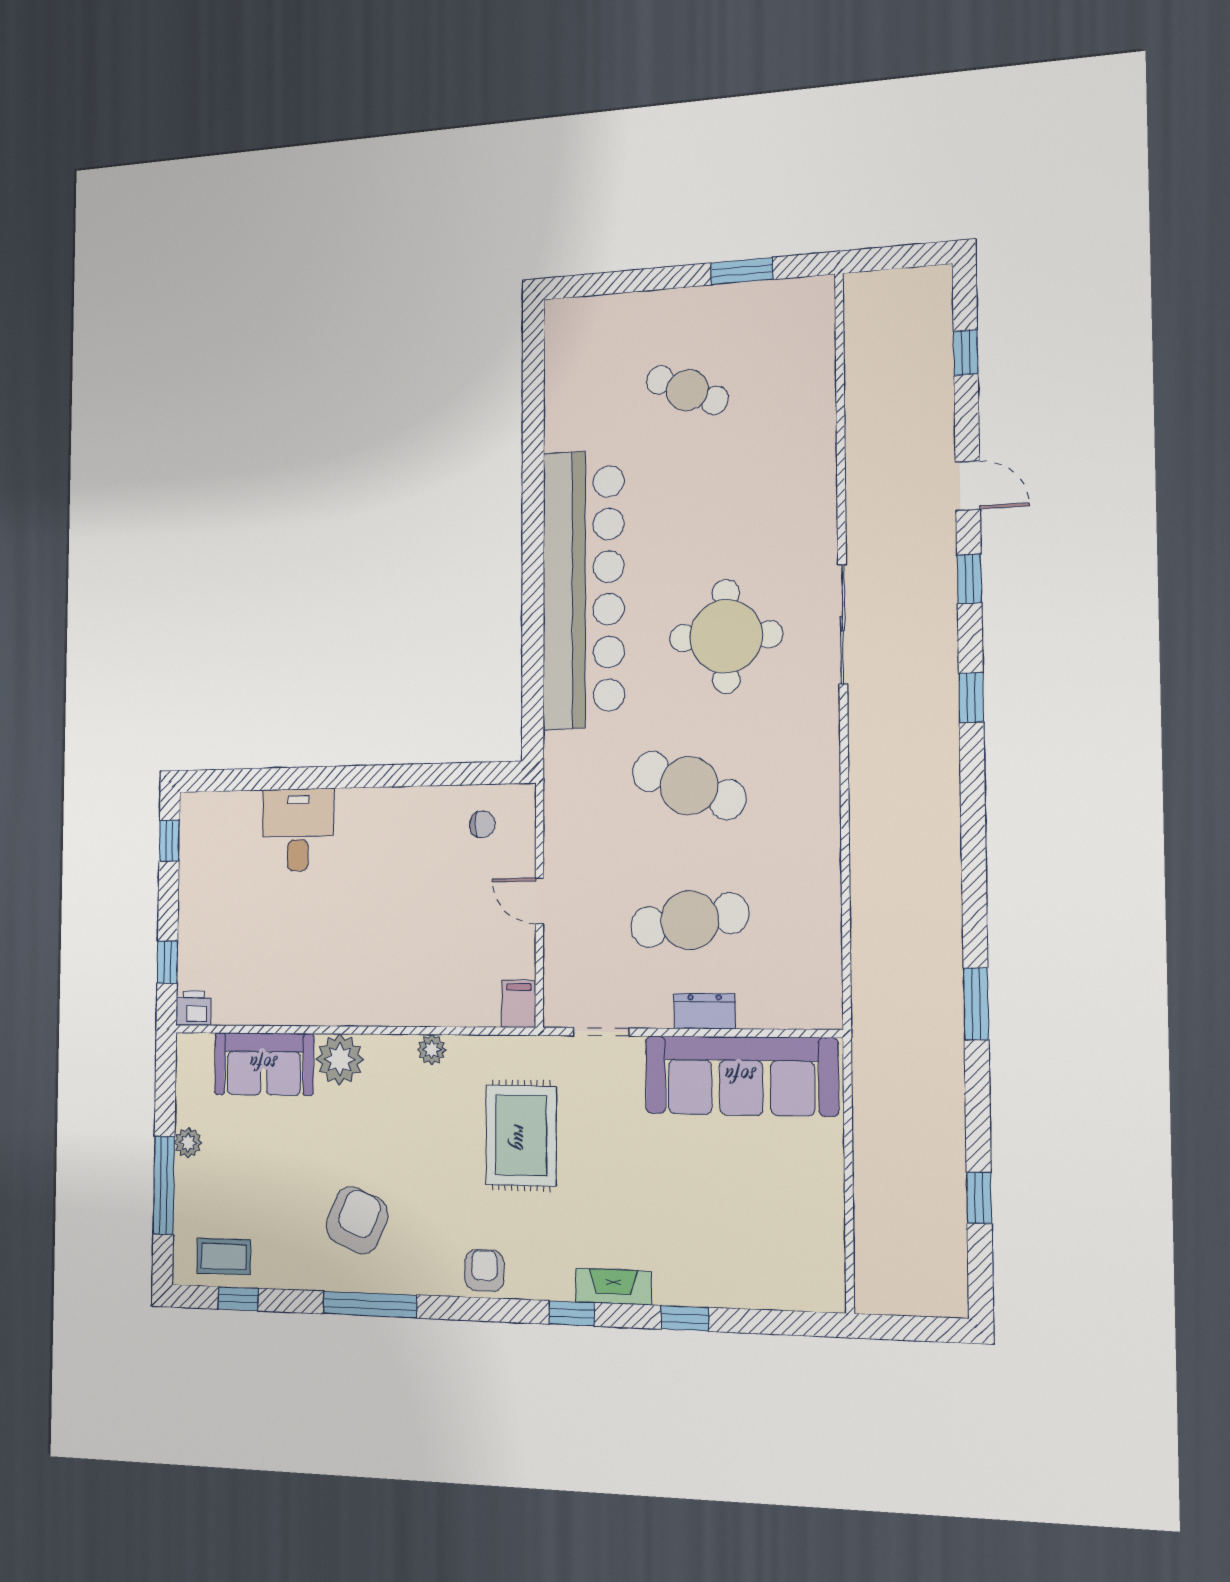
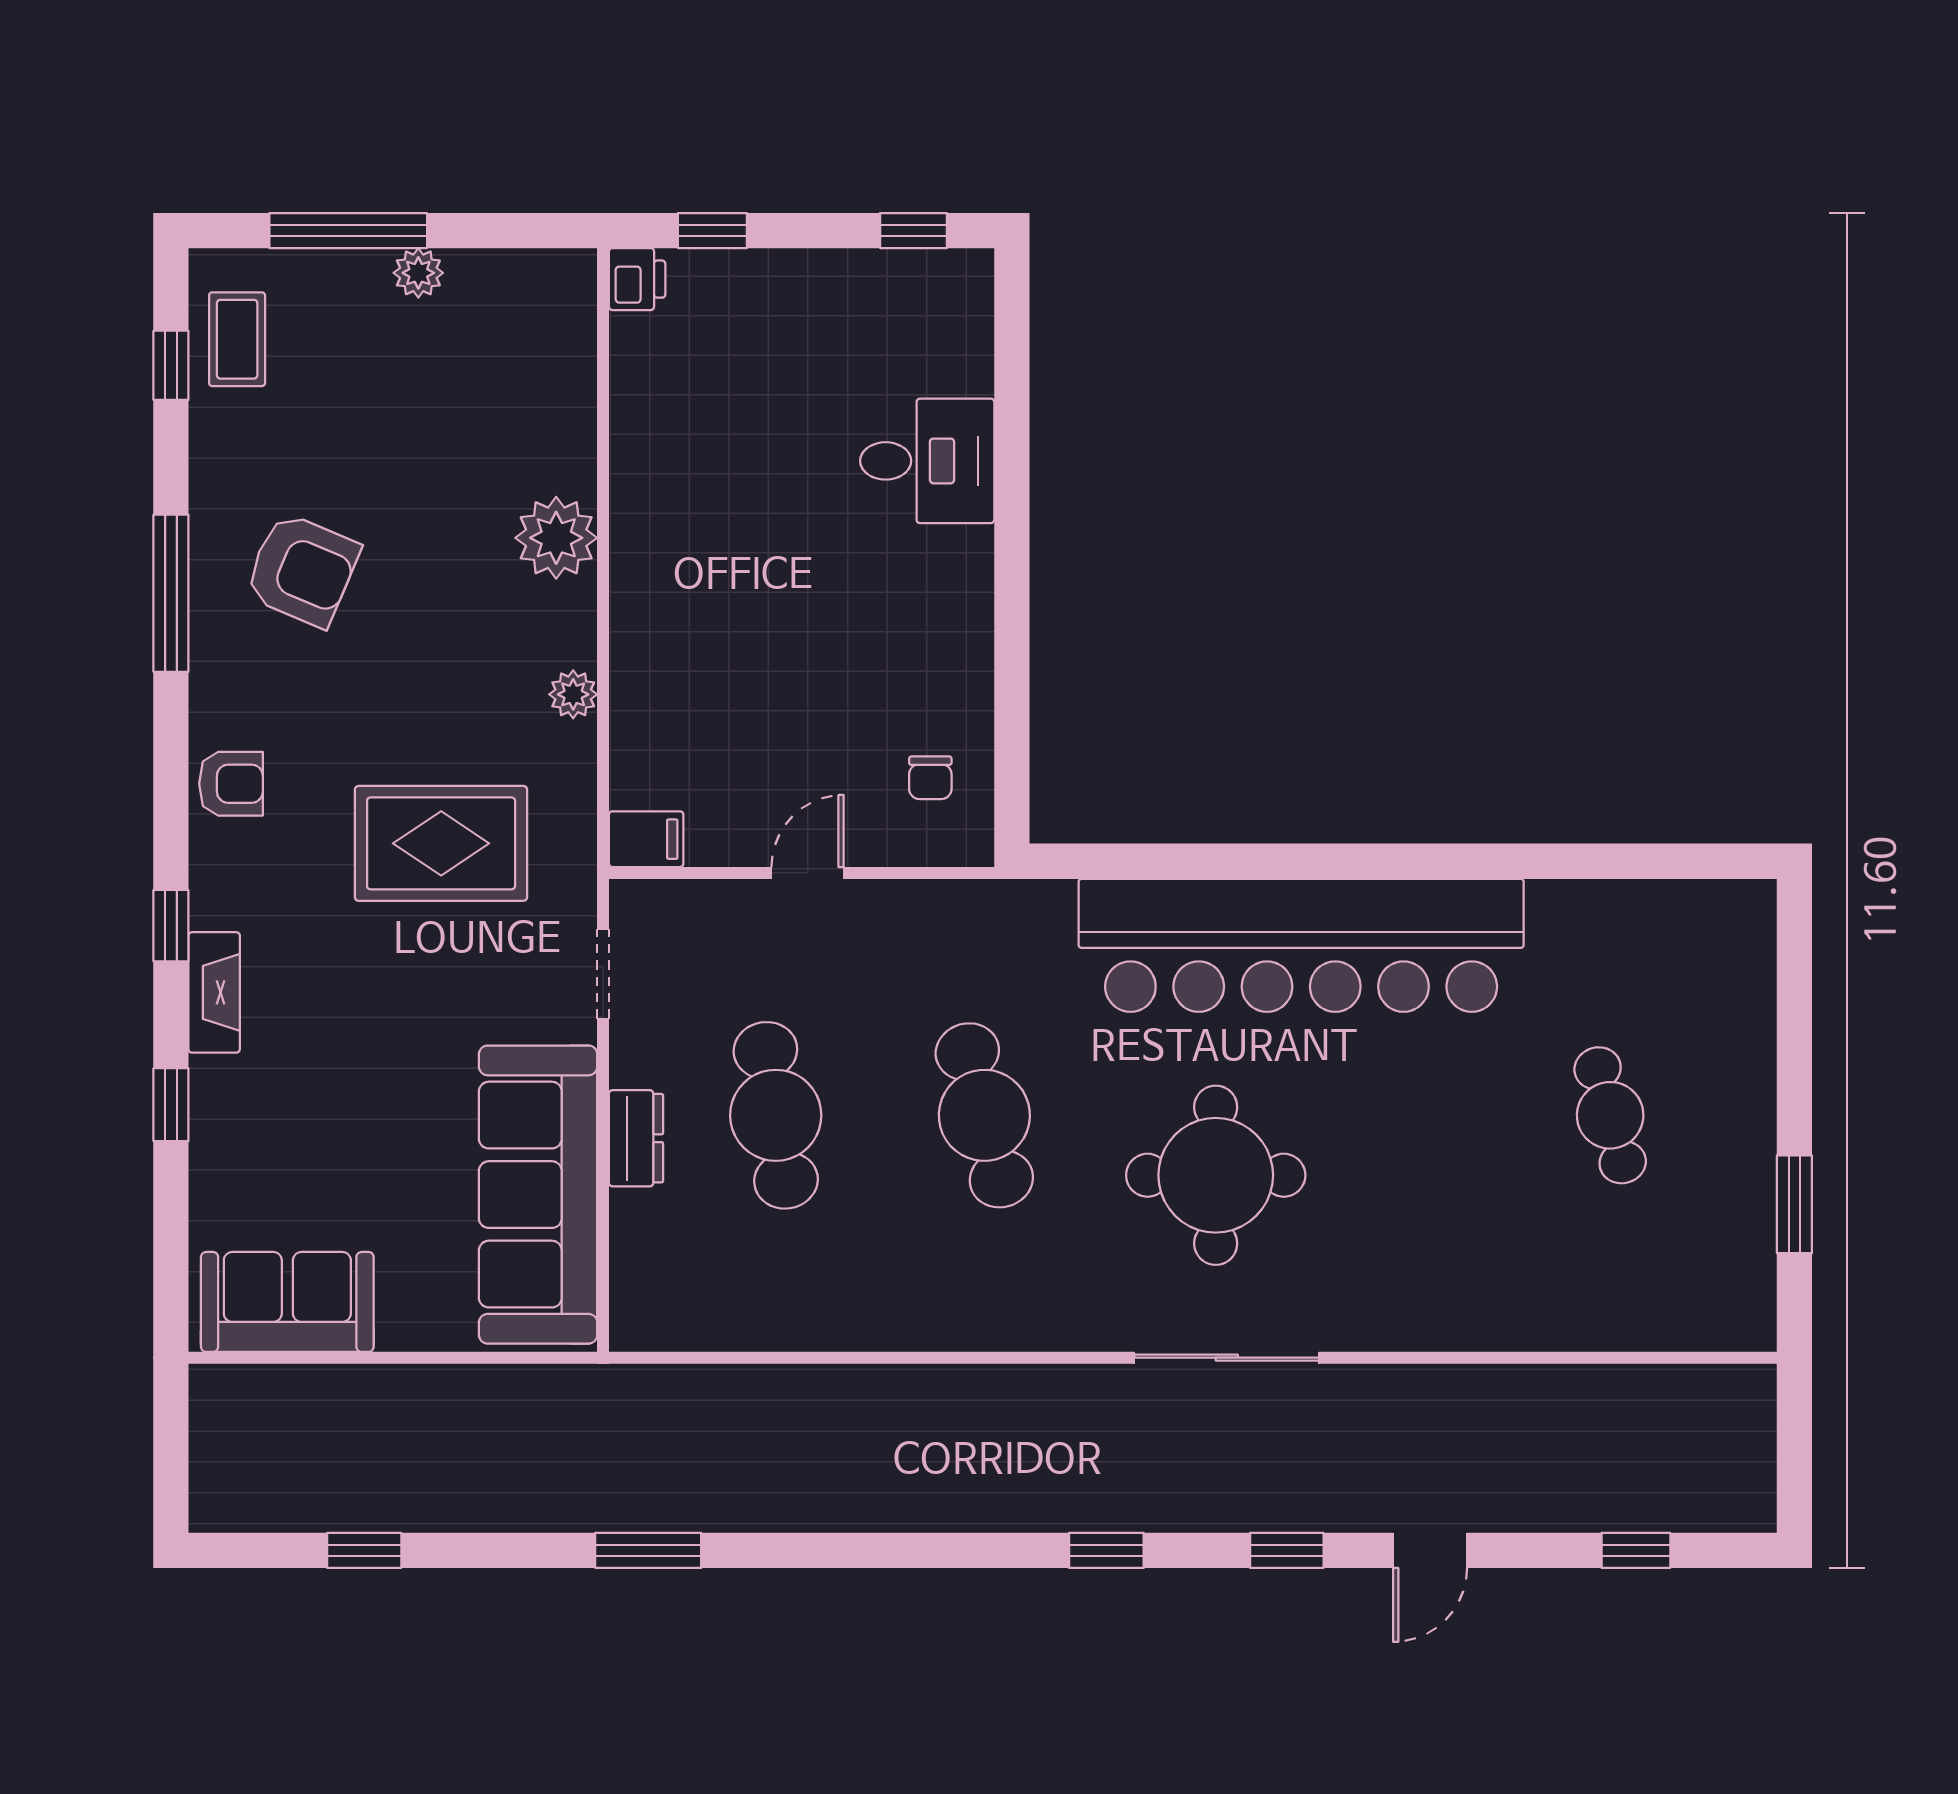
cafe table: (687, 390) -> (1610, 1115), turned -39
cafe table: (689, 785) -> (984, 1115), turned -36
sofa: (264, 1064) -> (287, 1302), moved, turned 90

